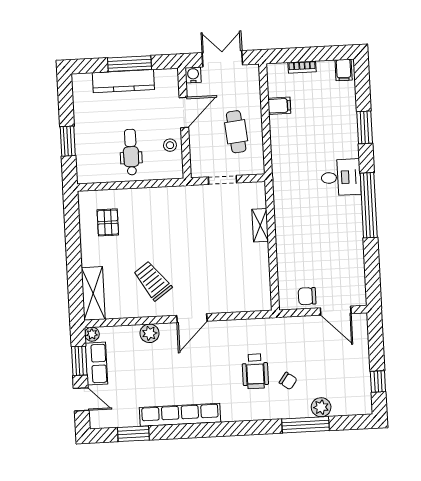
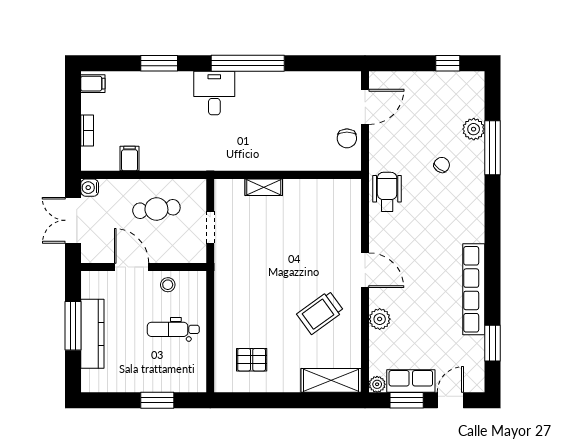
water cooler: (193, 75) -> (90, 188), moved
wheelchair: (255, 371) -> (387, 192), moved, turned -90

